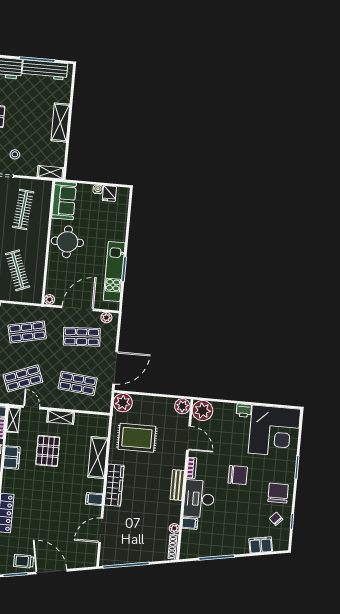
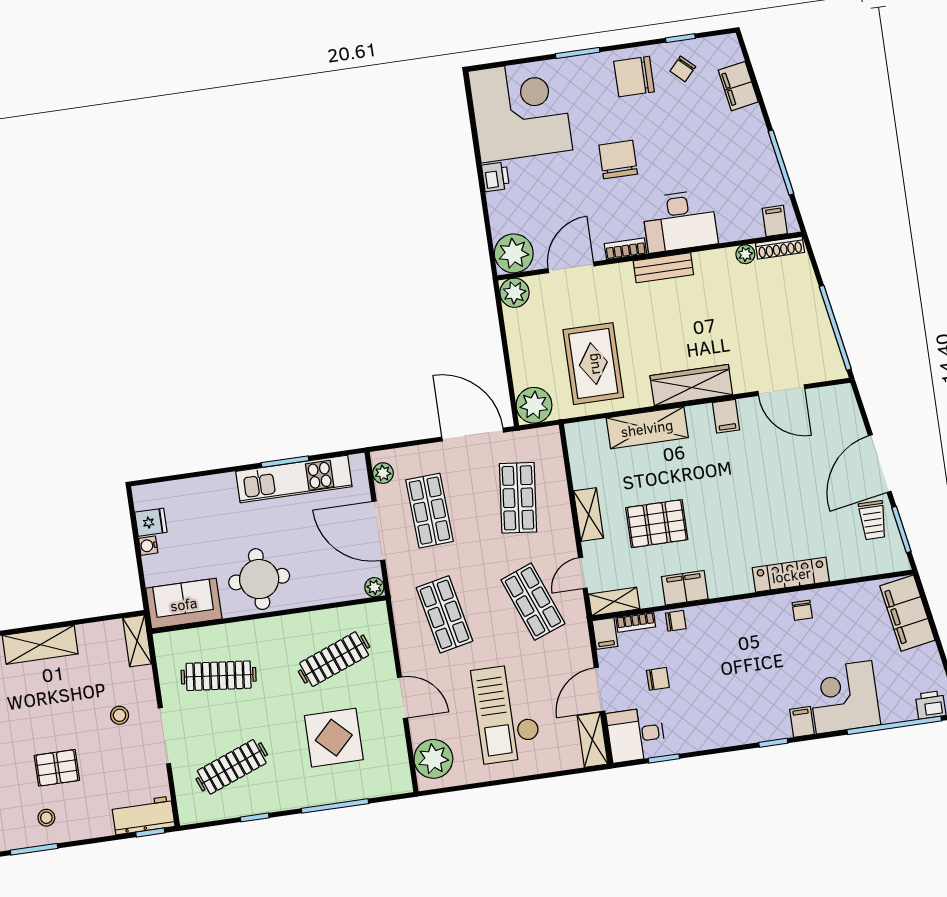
filing cabinet: (190, 523) -> (775, 221), moved

